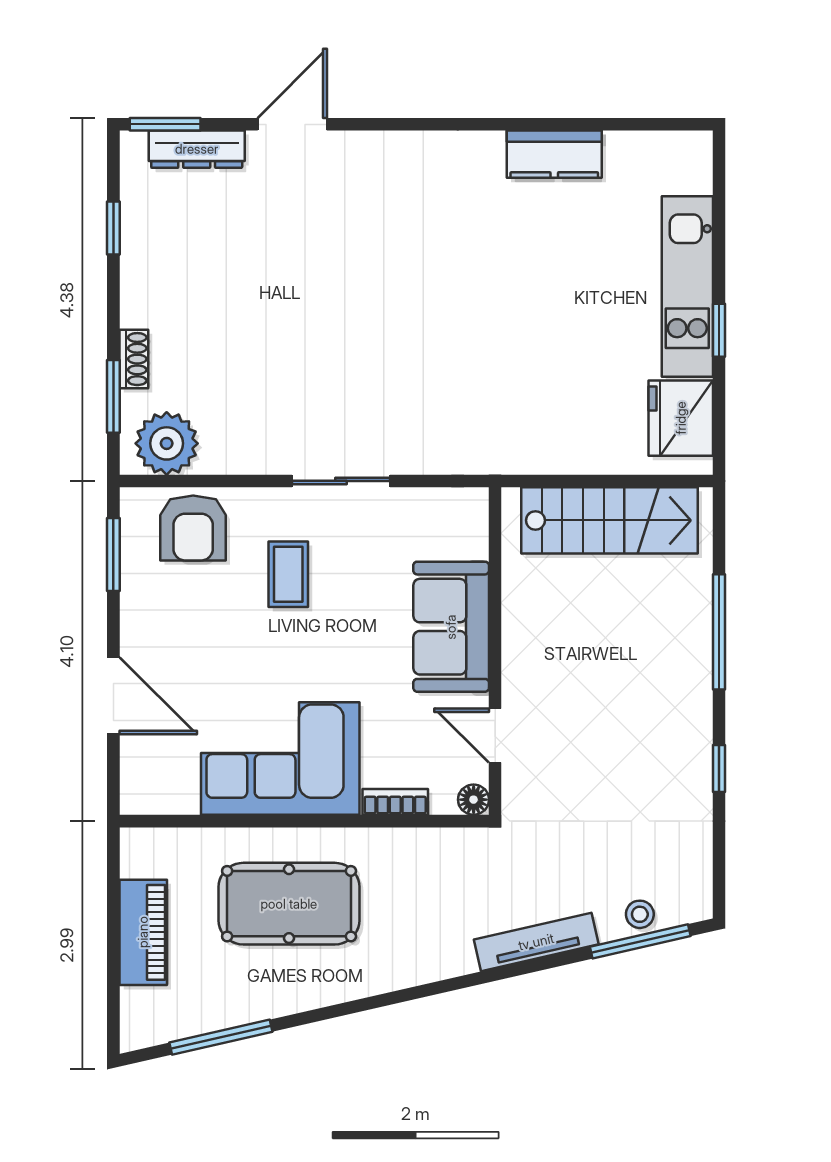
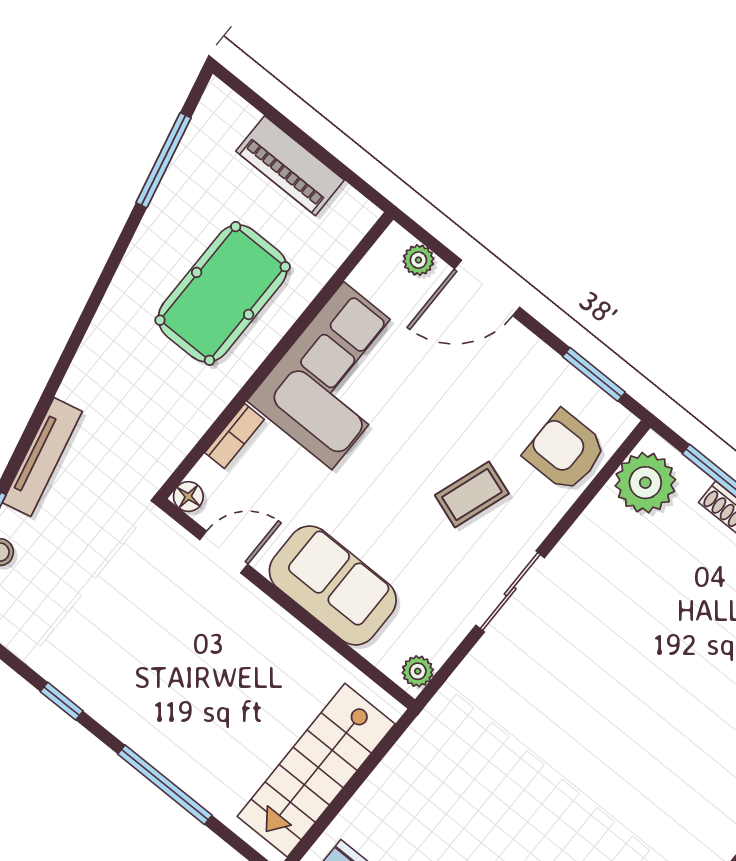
plant: (465, 503) -> (418, 671), added
coffee table: (288, 574) -> (472, 494), turned -71
plant: (136, 769) -> (418, 260), added

